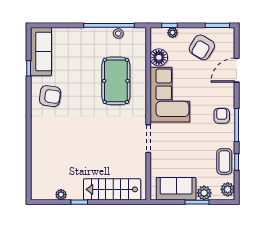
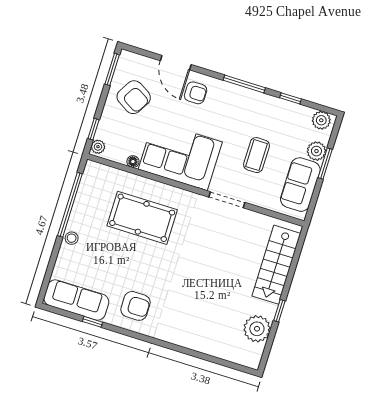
stool: (118, 33) -> (72, 238), moved
plant: (173, 33) -> (98, 147), moved
floor lamp: (159, 57) -> (133, 162), width x0.53, depth x0.53
armchair: (50, 96) -> (135, 306), turned 82
armchair: (222, 116) -> (196, 93), moved, turned 180
coffee table: (224, 161) -> (256, 155), moved, turned 90
plant: (61, 195) -> (257, 329), width x1.88, depth x1.88

